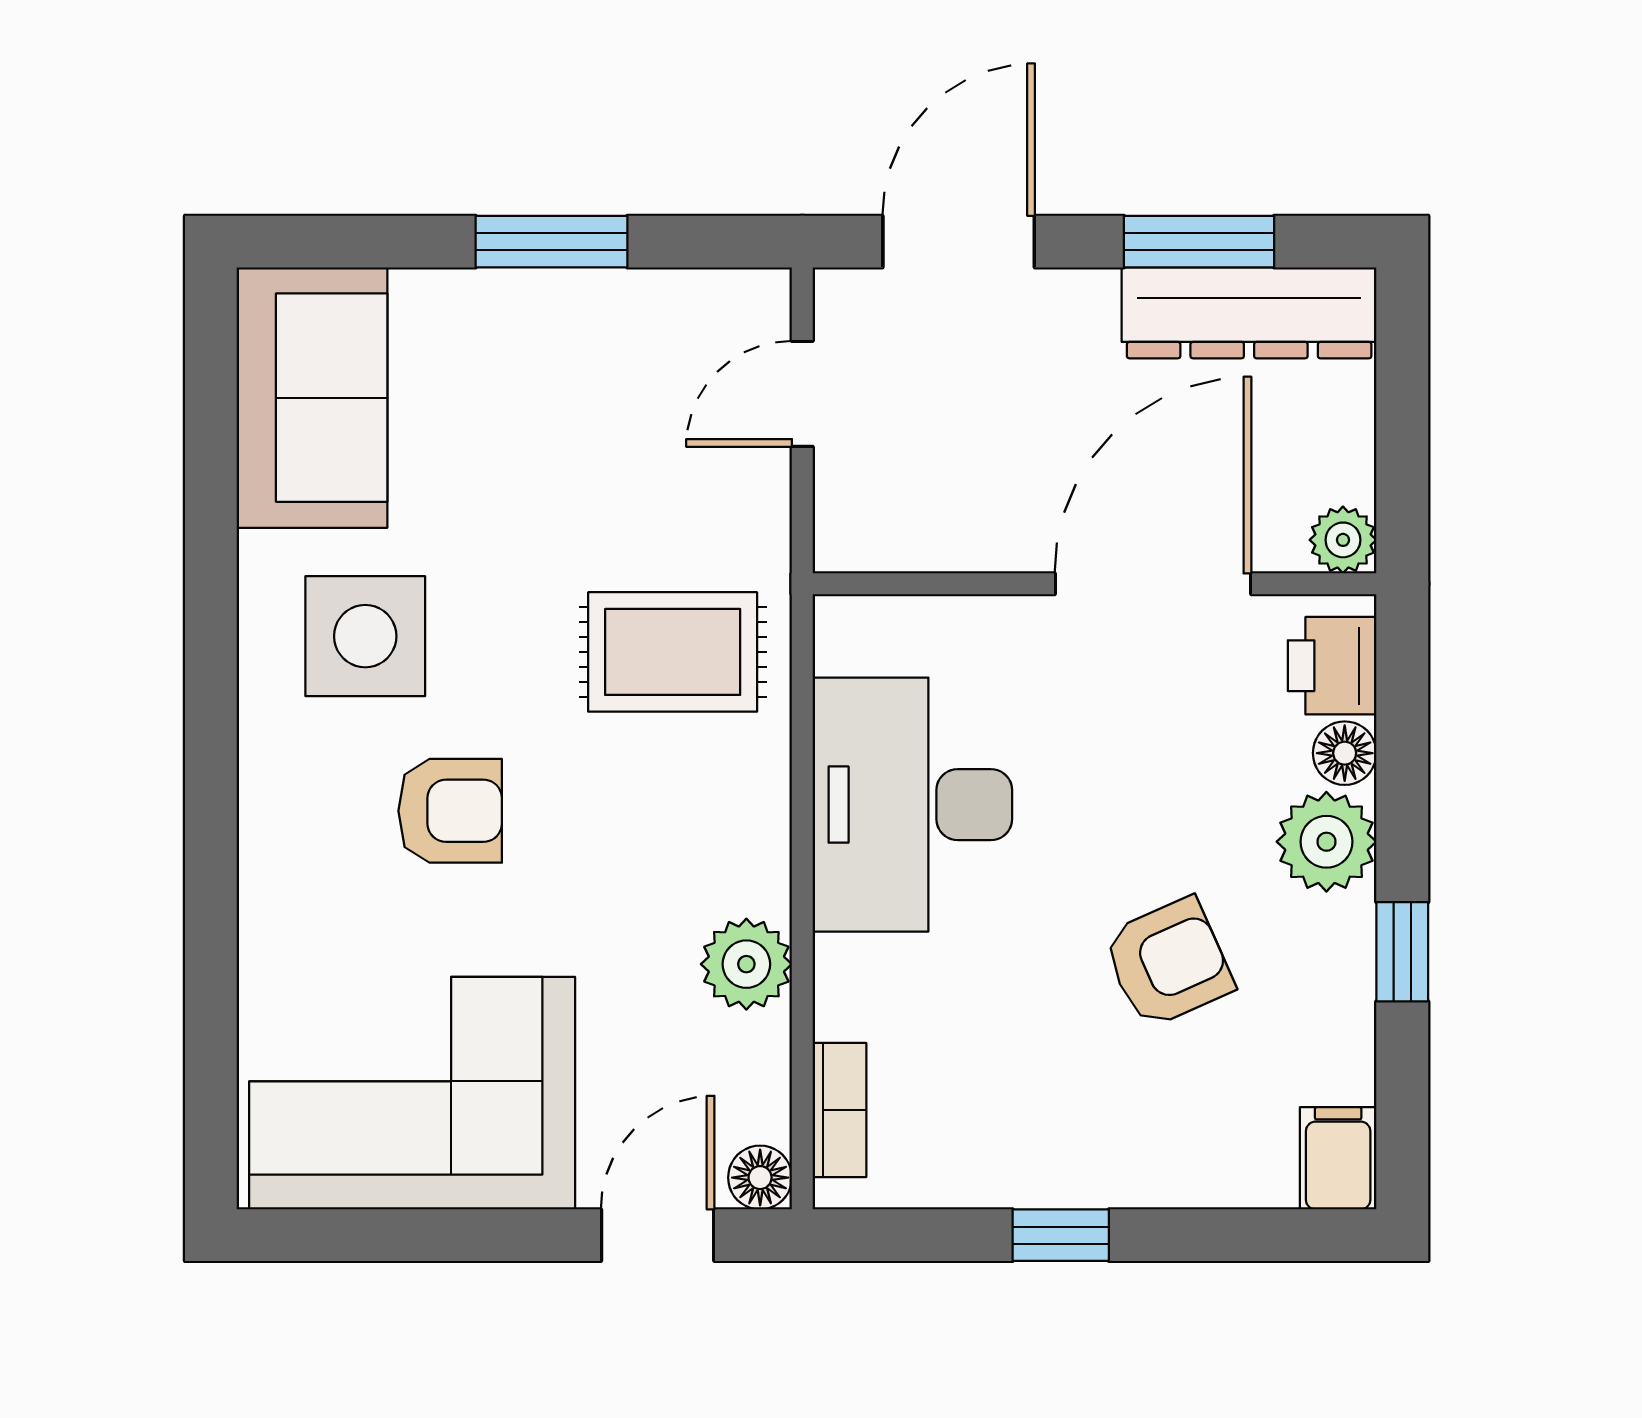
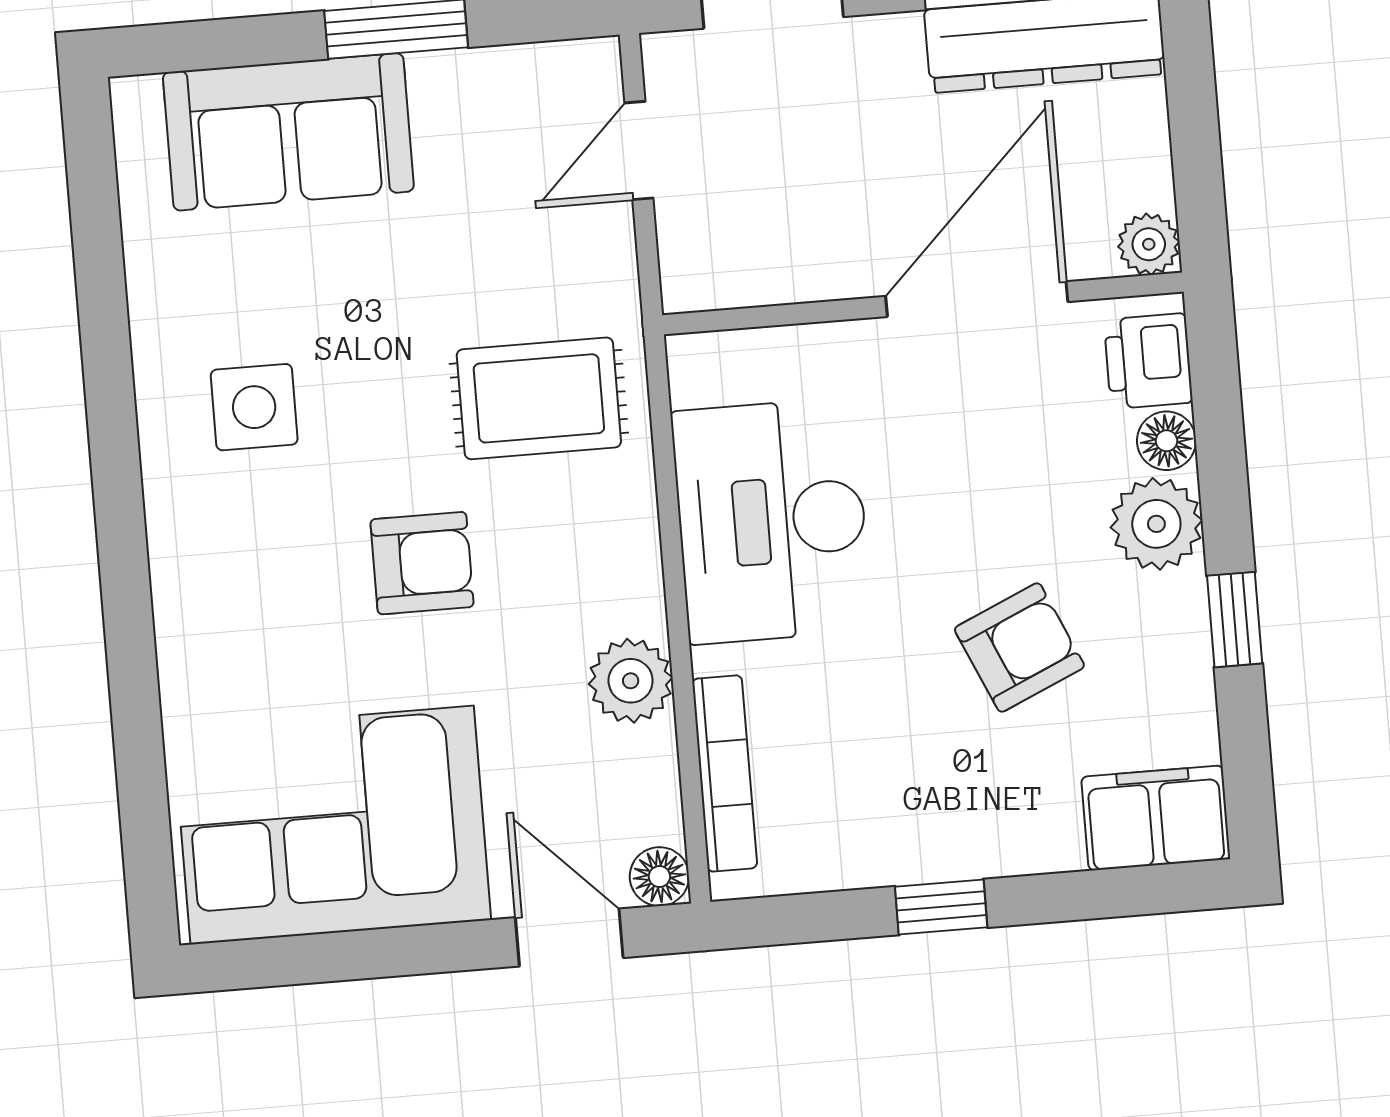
sofa: (312, 398) -> (288, 132), moved, turned 90
side table: (365, 636) -> (254, 407), width x0.73, depth x0.73
armchair: (450, 811) -> (422, 563), moved
bookcase: (839, 1110) -> (725, 773), width x1.56
filing cabinet: (1338, 1158) -> (1156, 818), width x2.00
door: (658, 1235) -> (569, 938), hinge flipped

